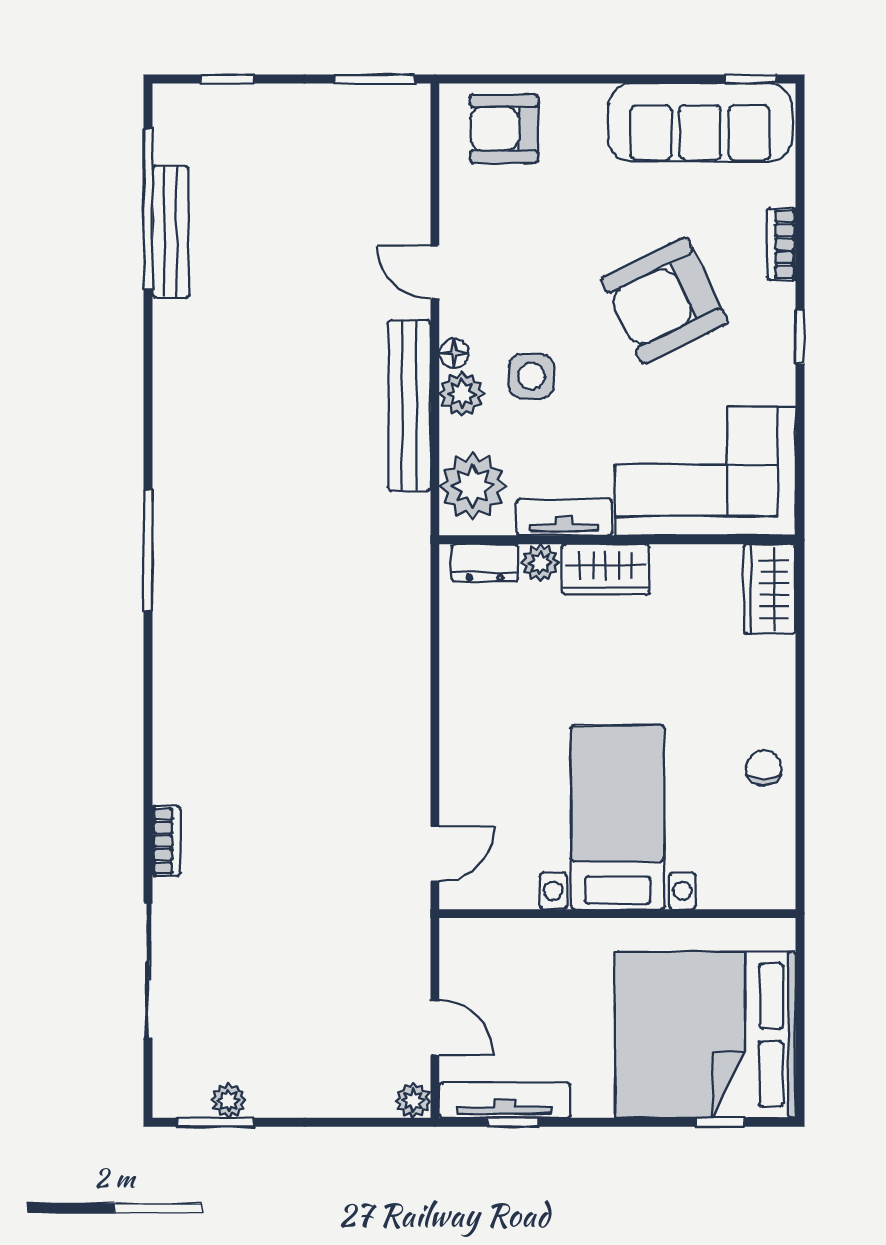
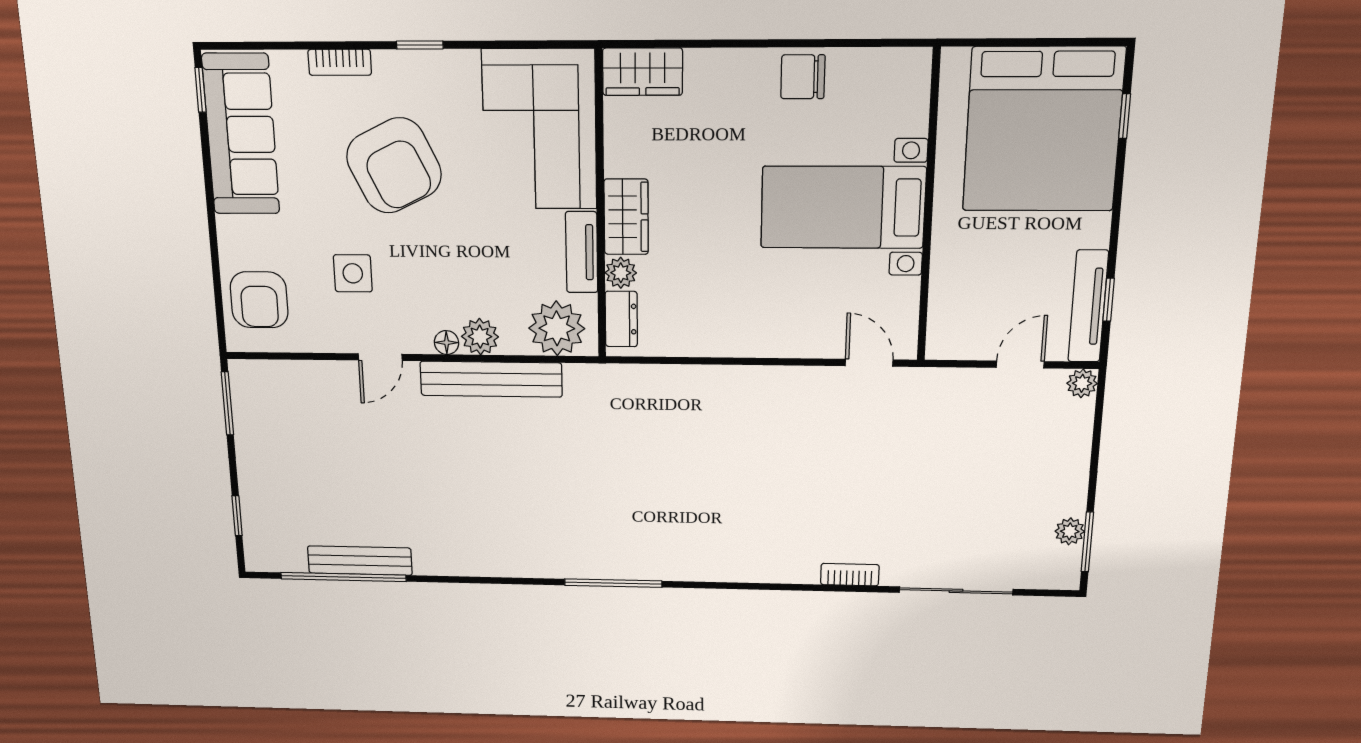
side table: (531, 376) -> (353, 273), moved
chair: (764, 768) -> (803, 77), width x1.37, depth x1.37

